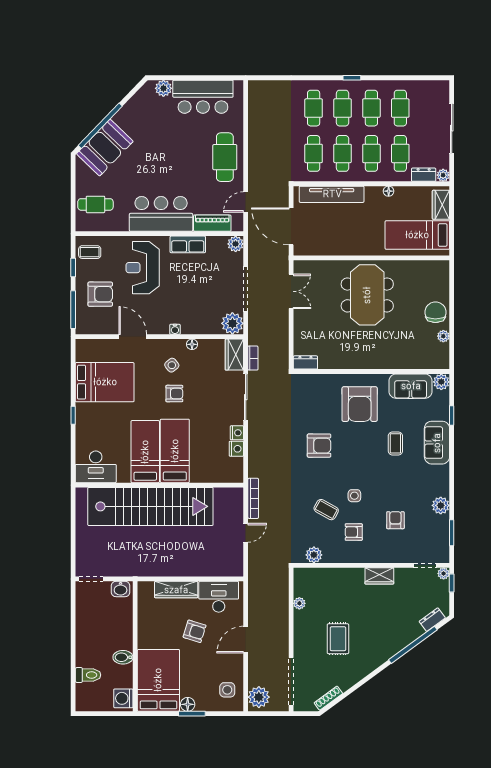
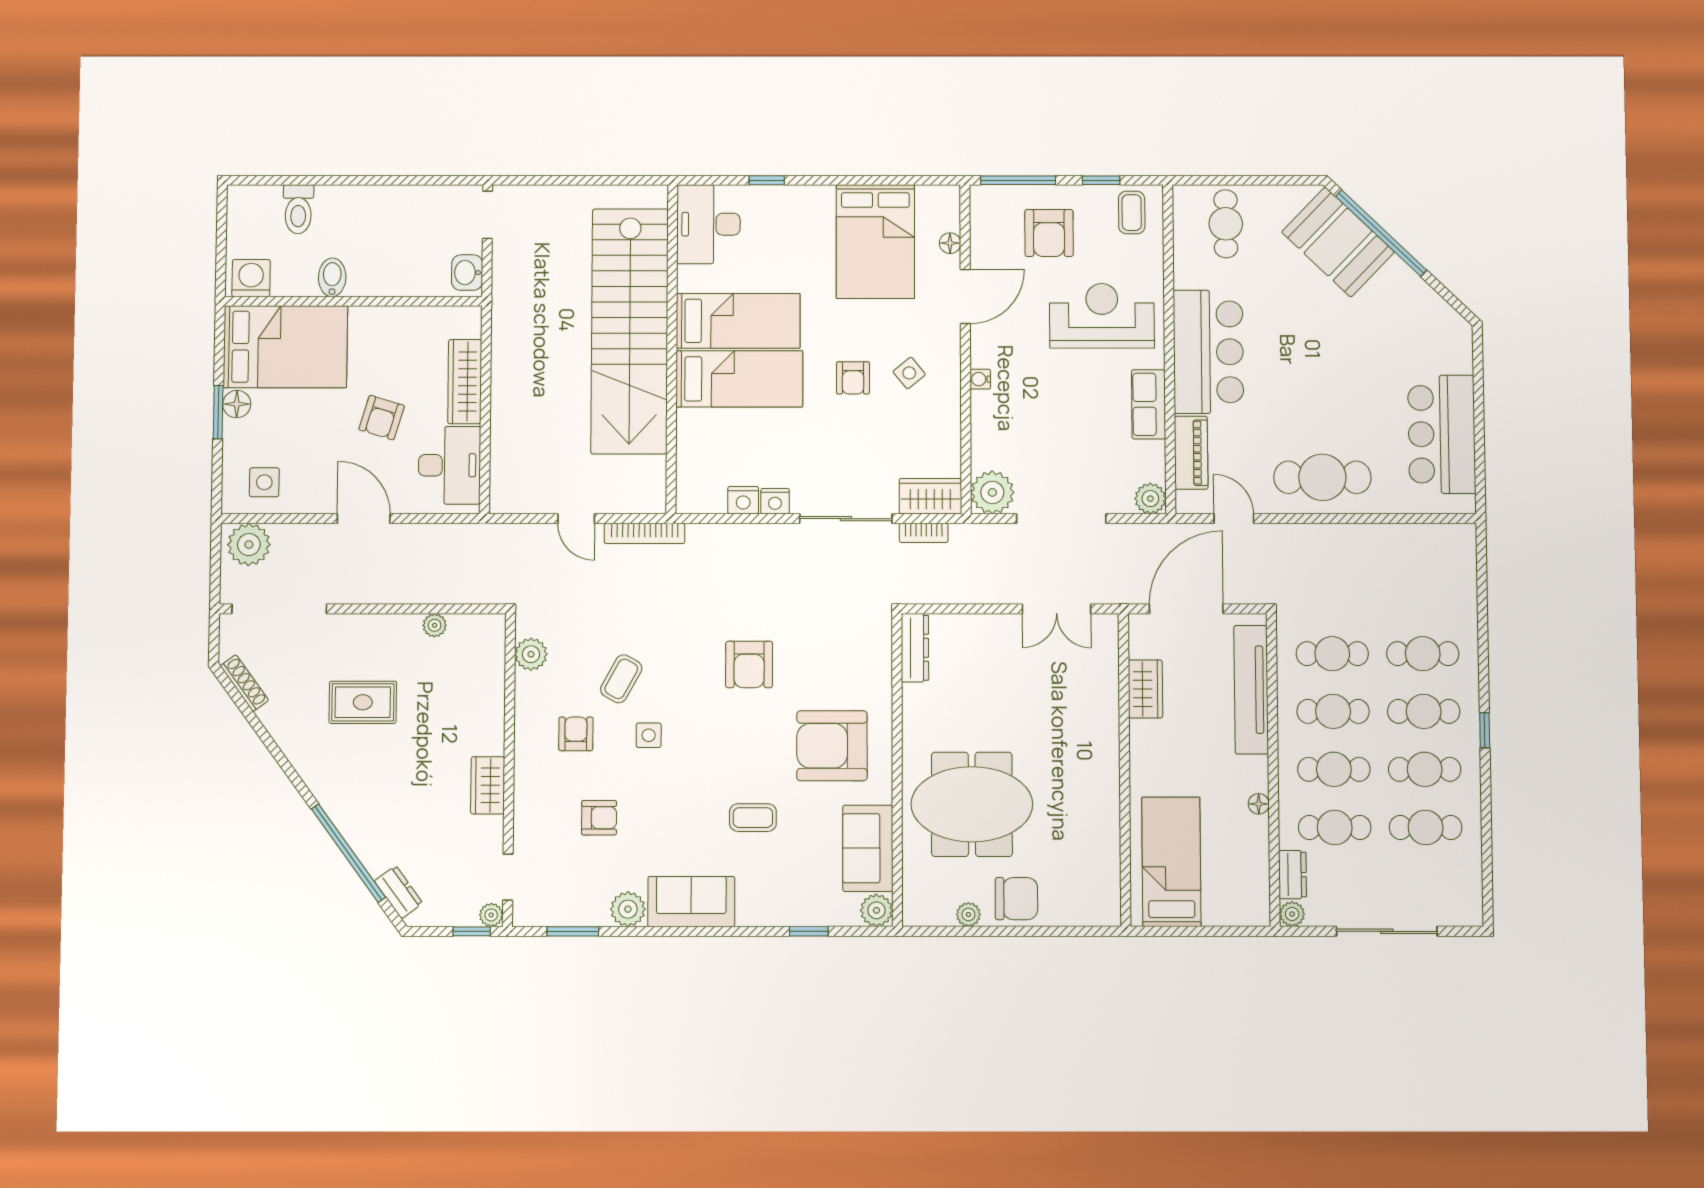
plant: (163, 88) -> (1457, 357), removed
wardrobe: (441, 205) -> (1145, 689), moved, turned 90
meeting table: (367, 295) -> (972, 804), moved
floor lamp: (192, 344) -> (950, 243), moved
dresser: (305, 362) -> (915, 648), width x1.44
window: (73, 415) -> (767, 180), moved
sofa: (437, 443) -> (691, 902), moved

